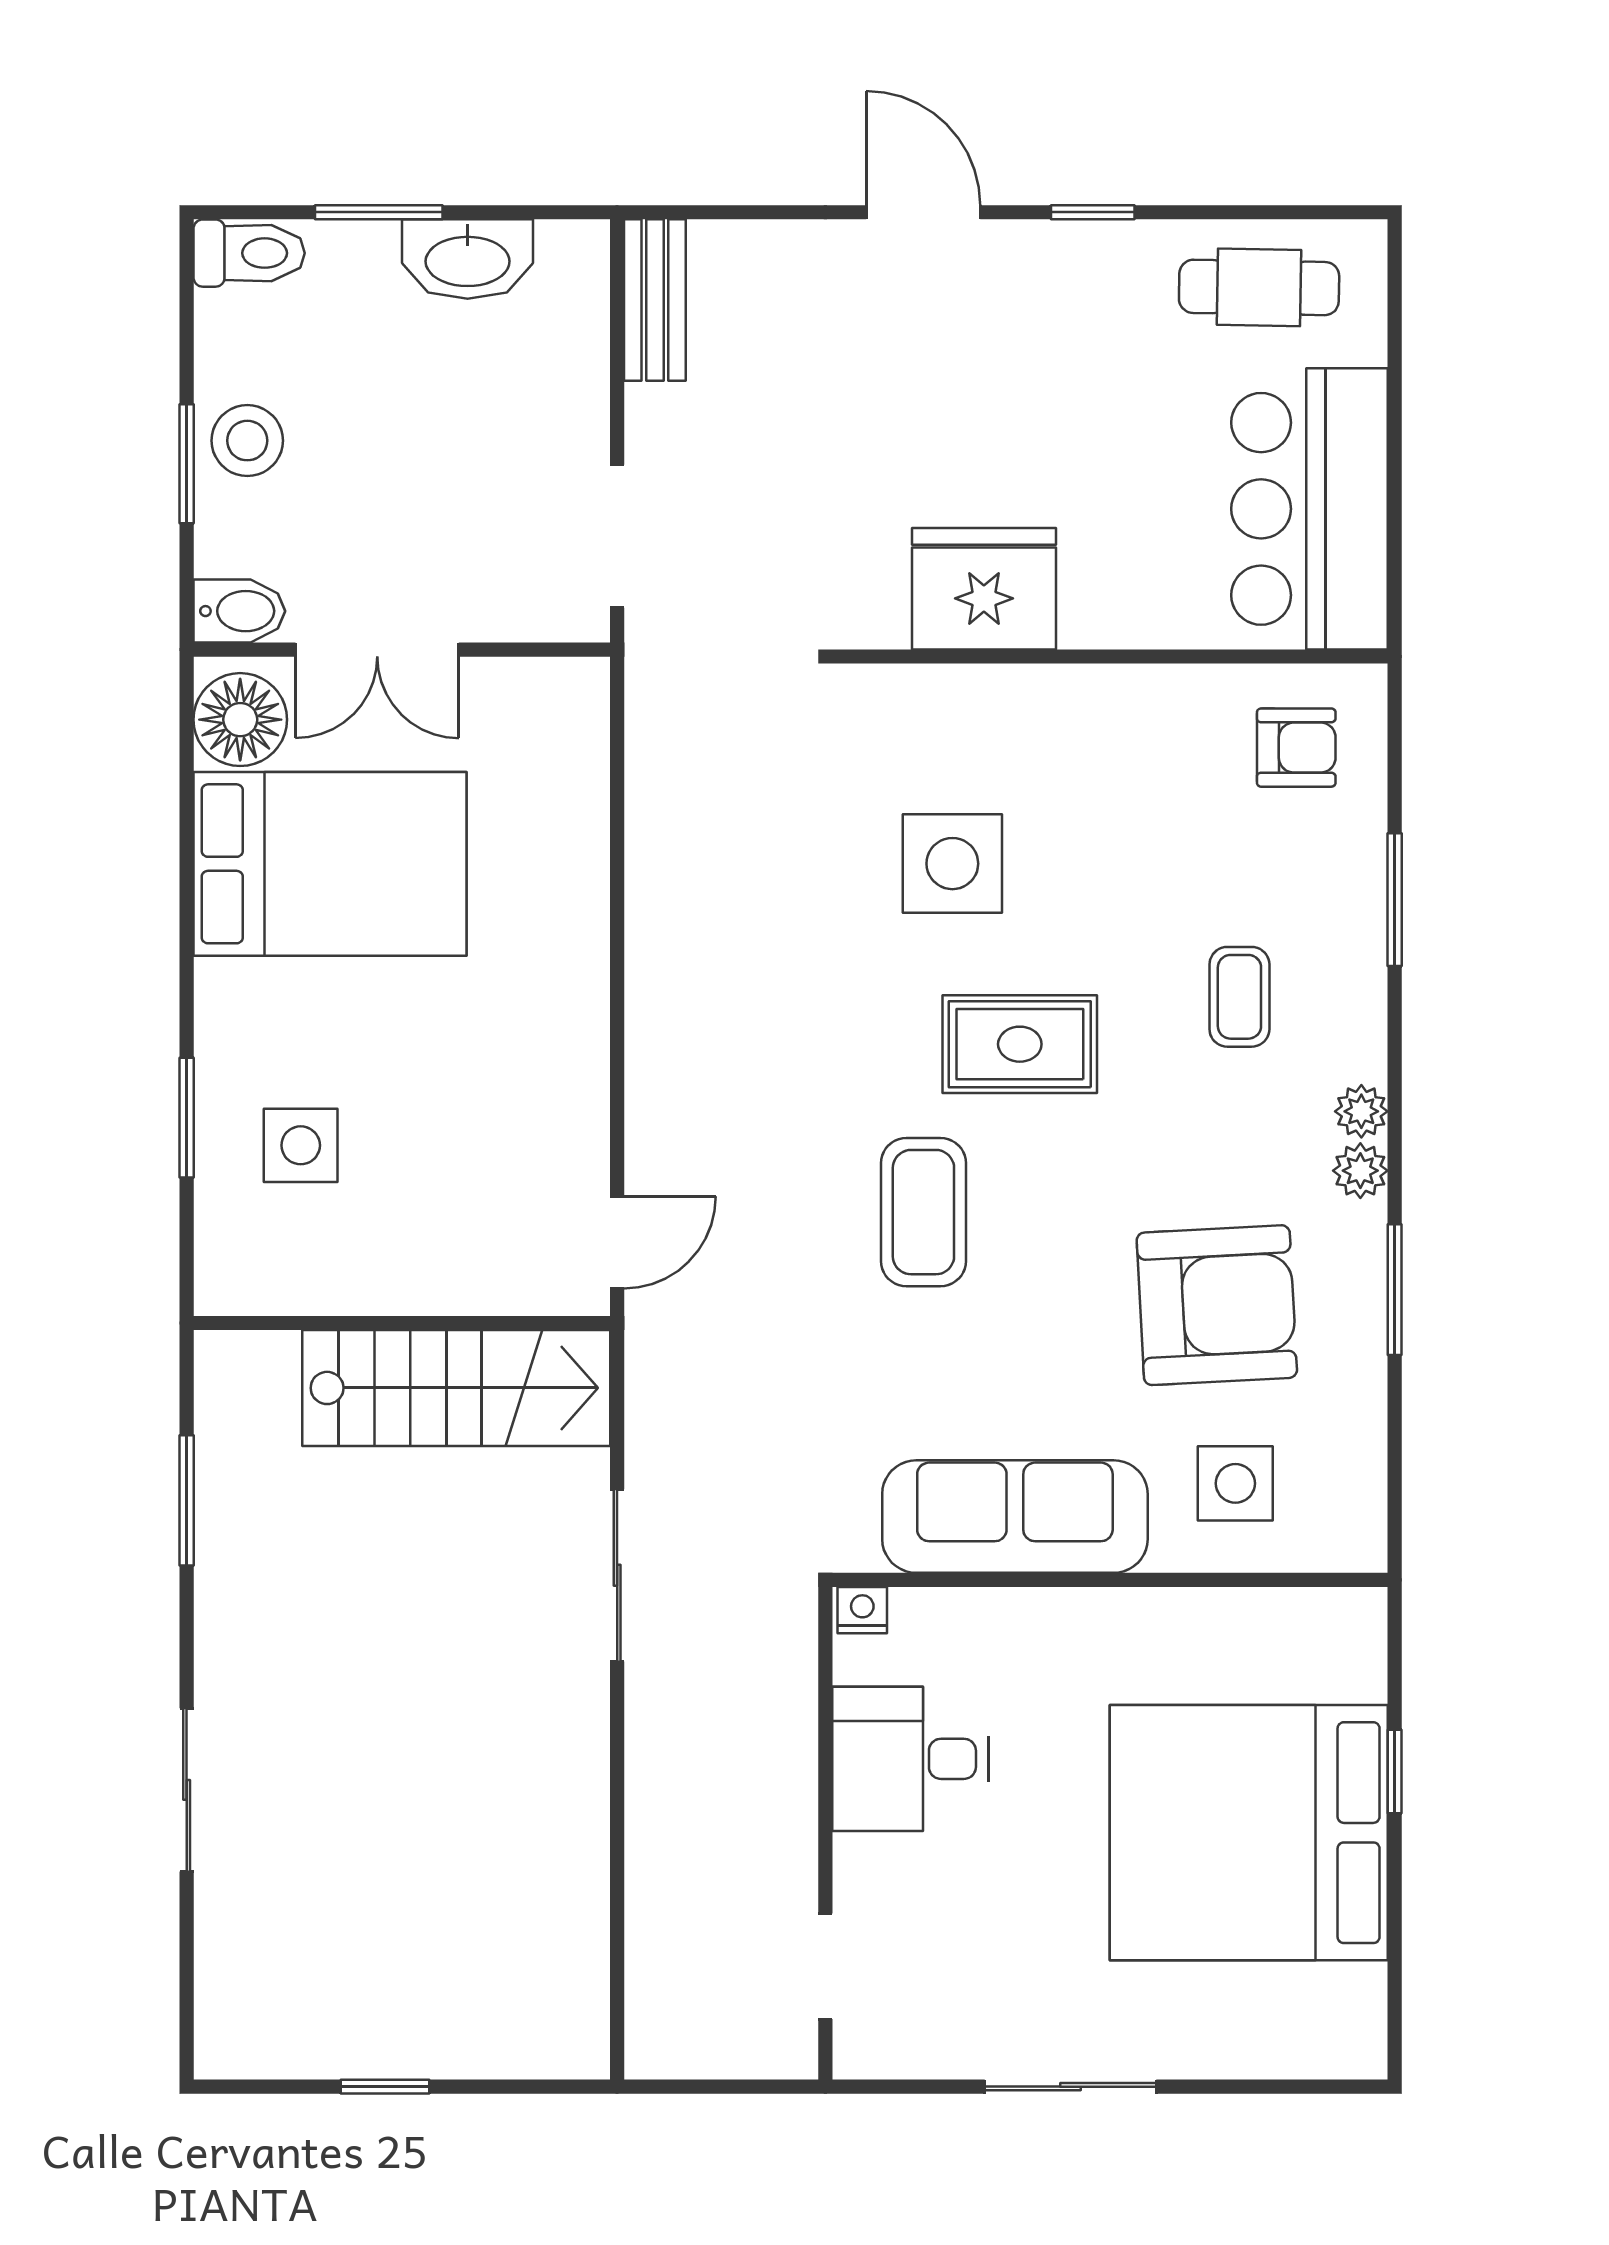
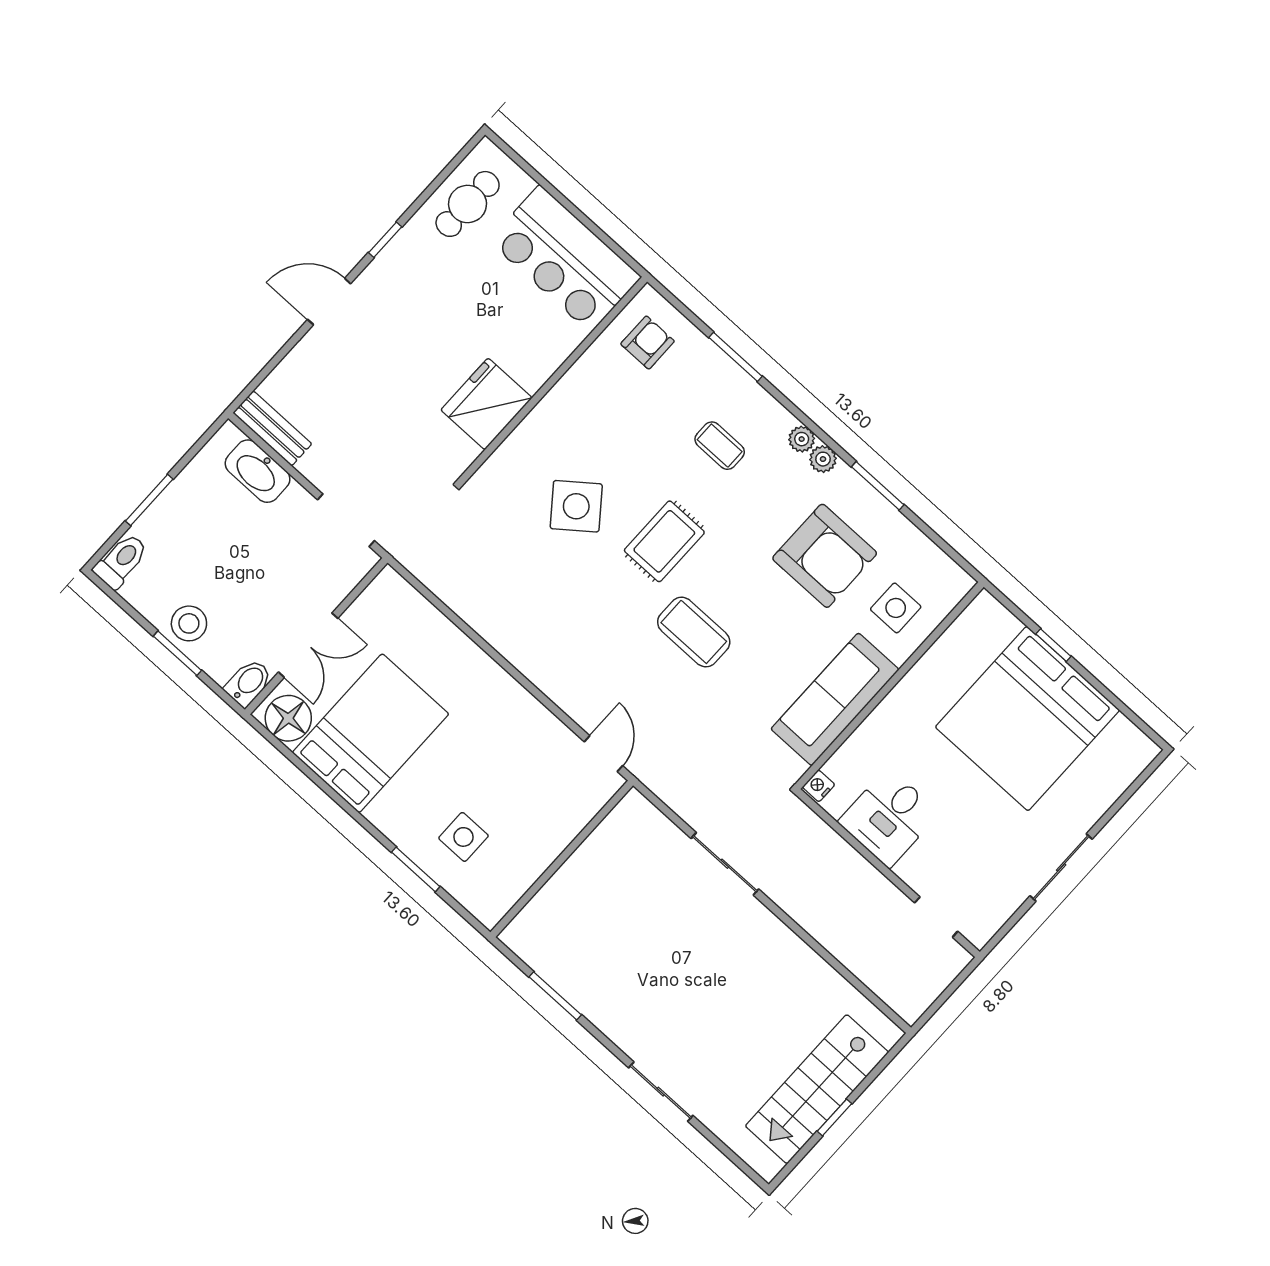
washbasin: (468, 259) -> (258, 471), moved, turned 90
side table: (952, 864) -> (576, 506), turned -38
armchair: (1217, 1305) -> (825, 556), turned 93
stairs: (456, 1388) -> (817, 1089), moved, turned 180

